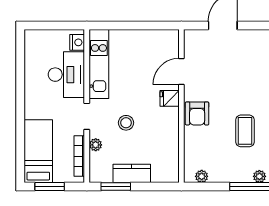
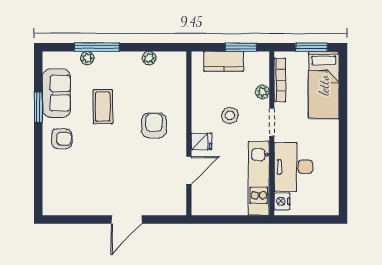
door: (181, 71) -> (189, 170), moved
fridge: (170, 98) -> (201, 141), moved
wall: (181, 106) -> (189, 133), moved

